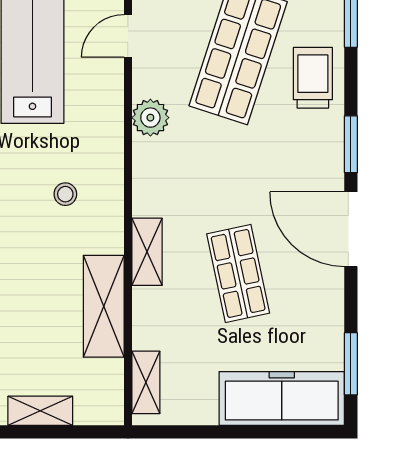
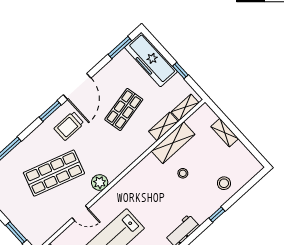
trolley: (313, 78) -> (69, 126), moved
stool: (65, 194) -> (183, 173), moved
shelving: (147, 252) -> (163, 126), moved
window: (217, 432) -> (180, 71), added

